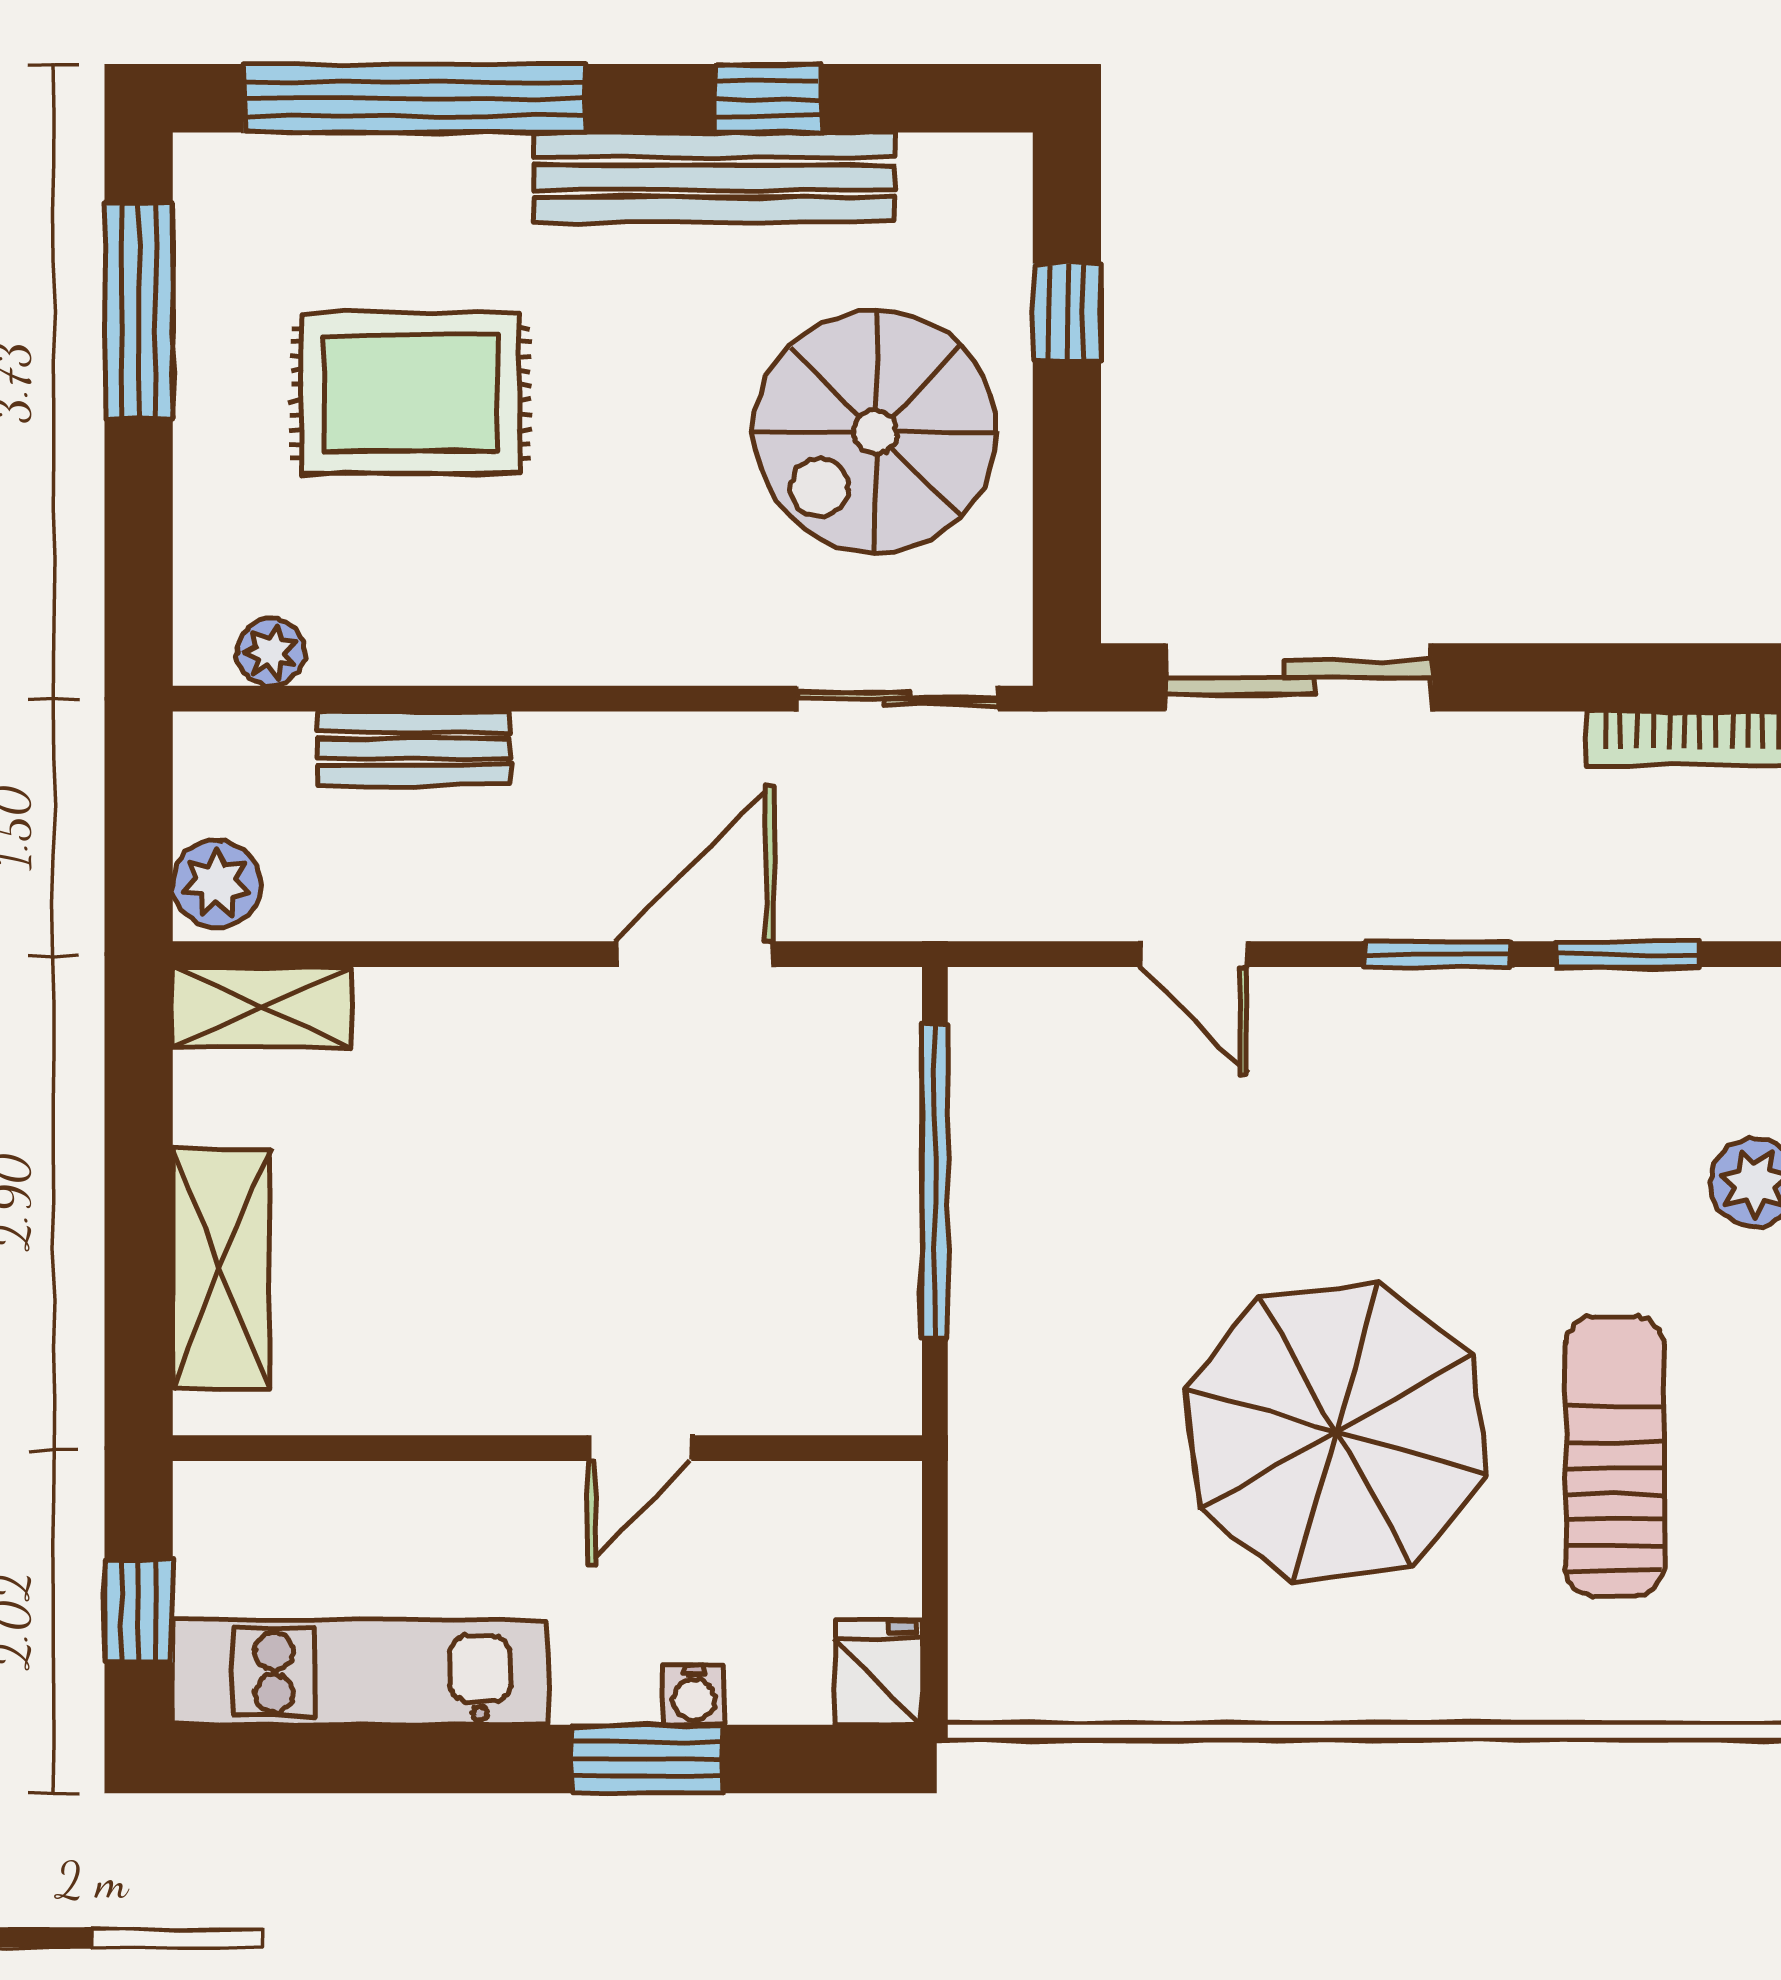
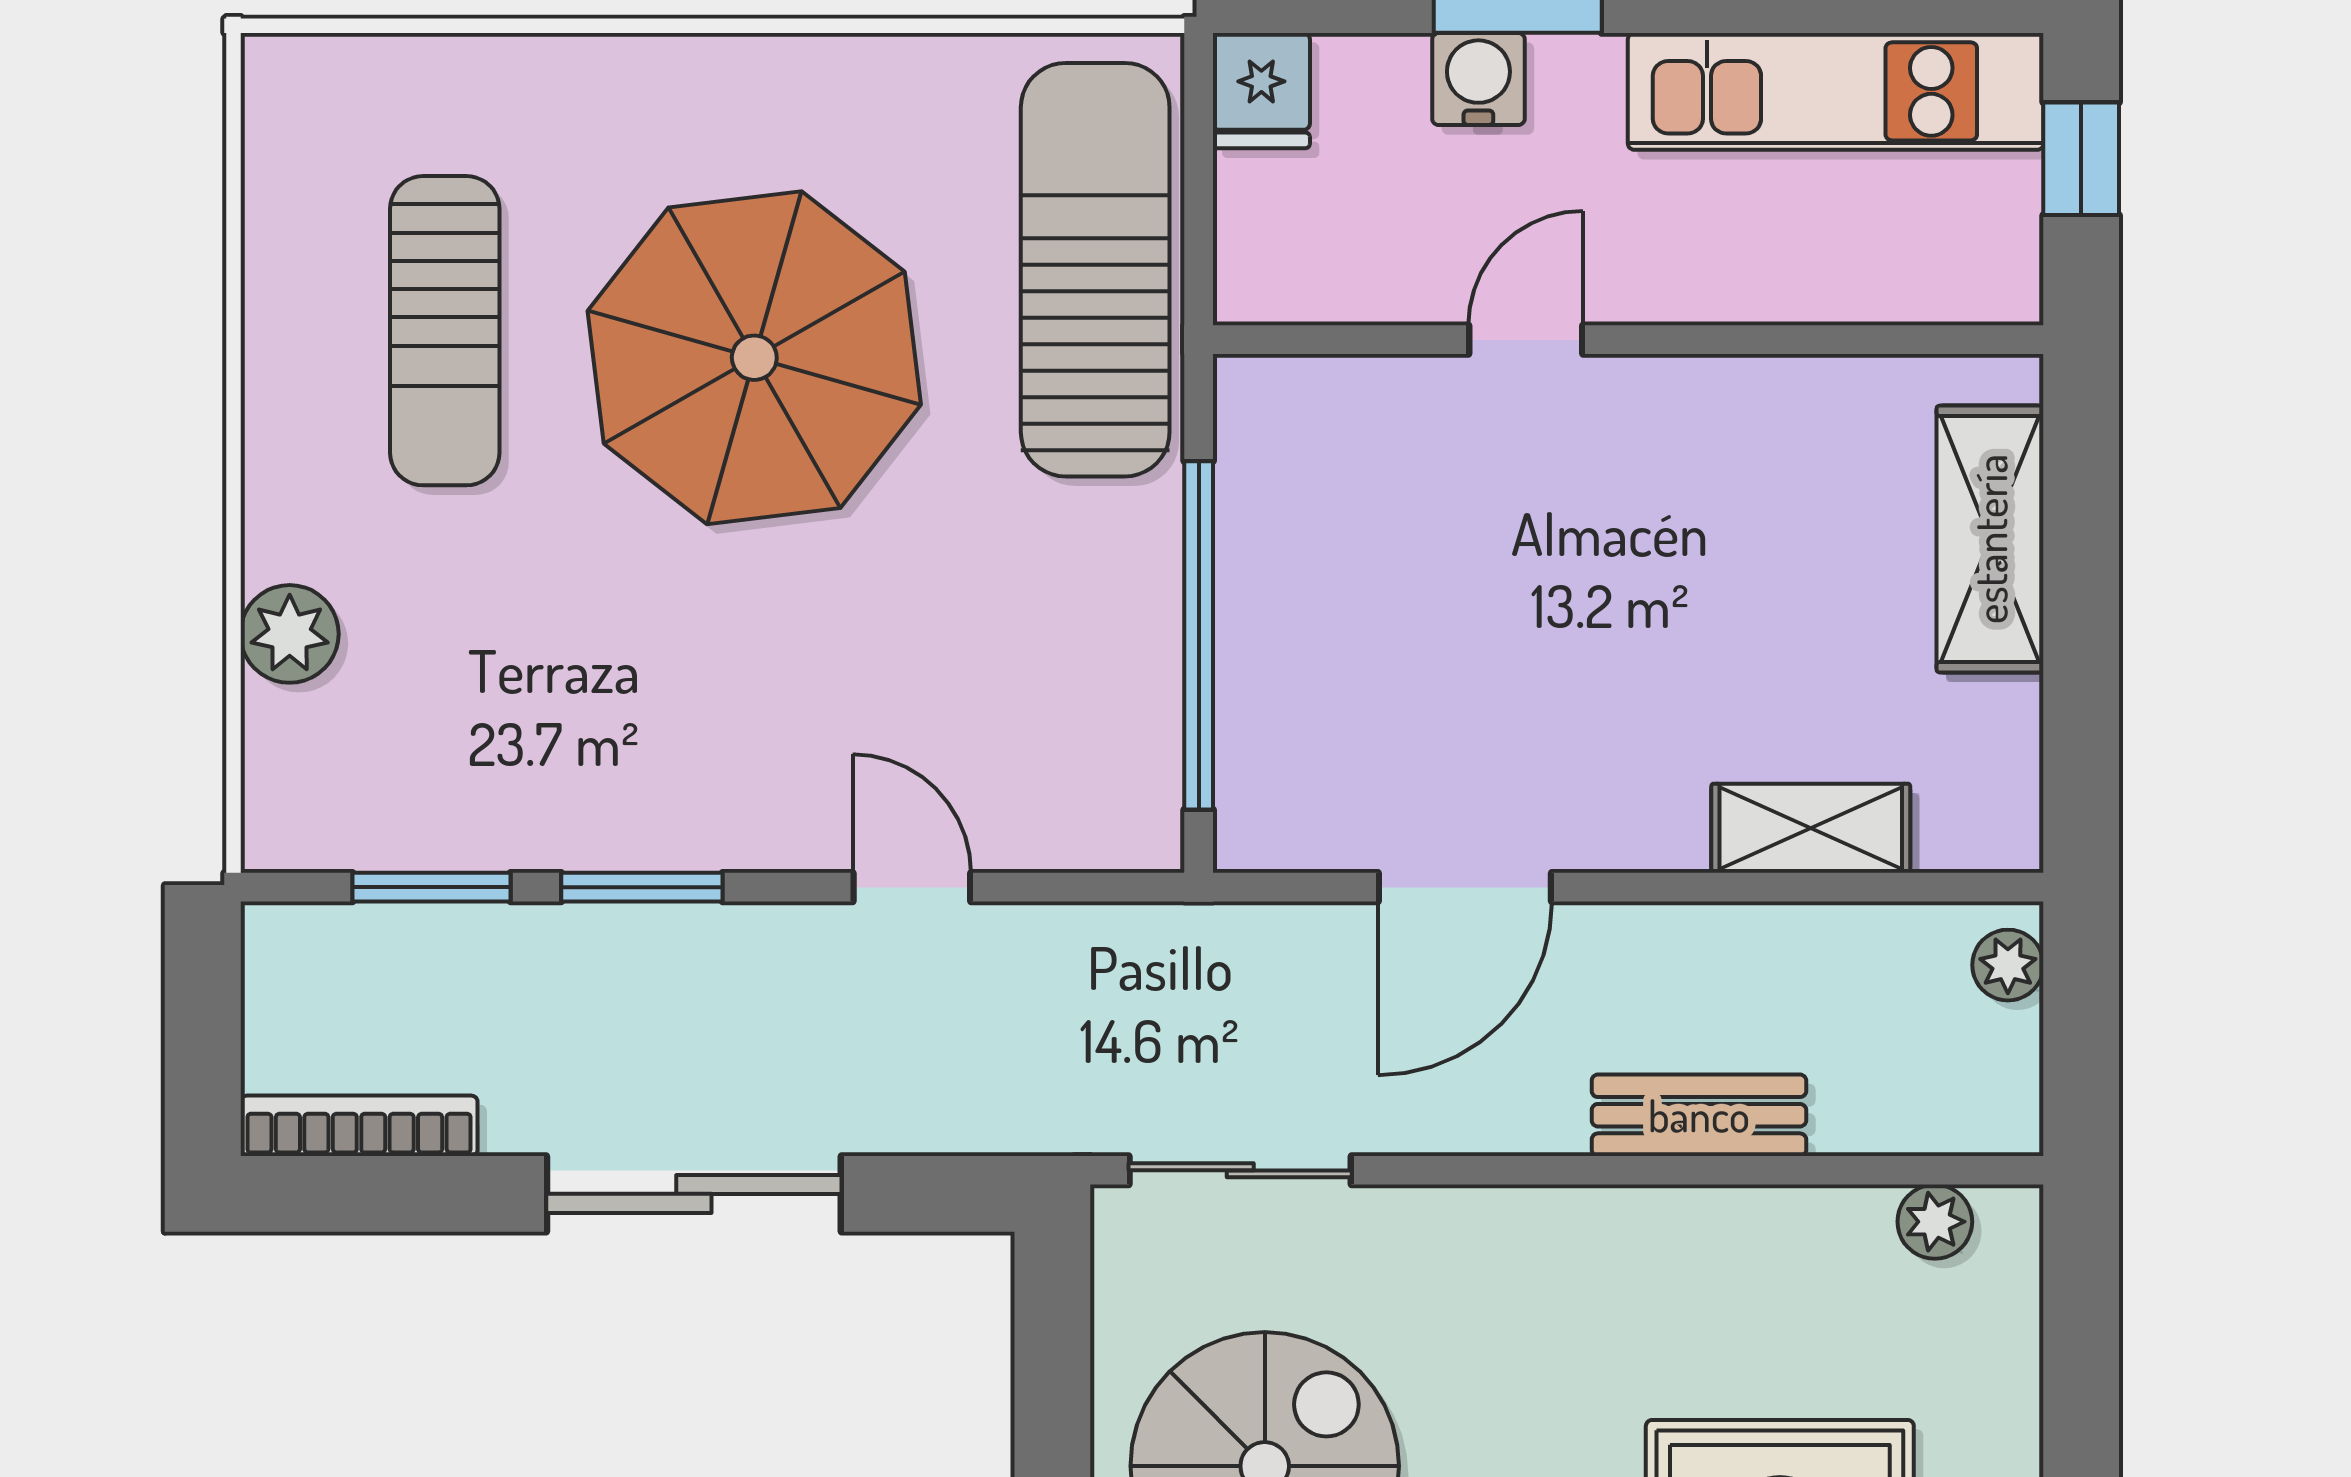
sliding door: (1299, 677) -> (694, 1194), moved
bench: (413, 748) -> (1699, 1115), moved
plant: (217, 884) -> (2008, 965), width x0.73, depth x0.73
shelving: (262, 1007) -> (1811, 828), moved
sun lounger: (1028, 1511) -> (1095, 270), added
water cooler: (694, 1695) -> (1478, 79), width x1.38, depth x1.38

